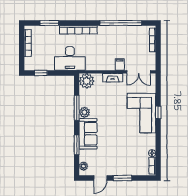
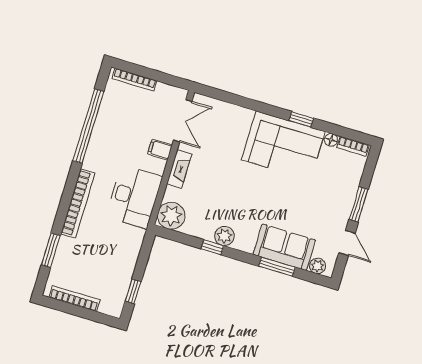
desk: (70, 58) -> (134, 197), moved
window: (77, 108) -> (212, 247), width x0.46
window: (158, 112) -> (301, 119), moved
corner sofa: (141, 113) -> (283, 146), moved
sofa: (88, 134) -> (284, 247), moved

